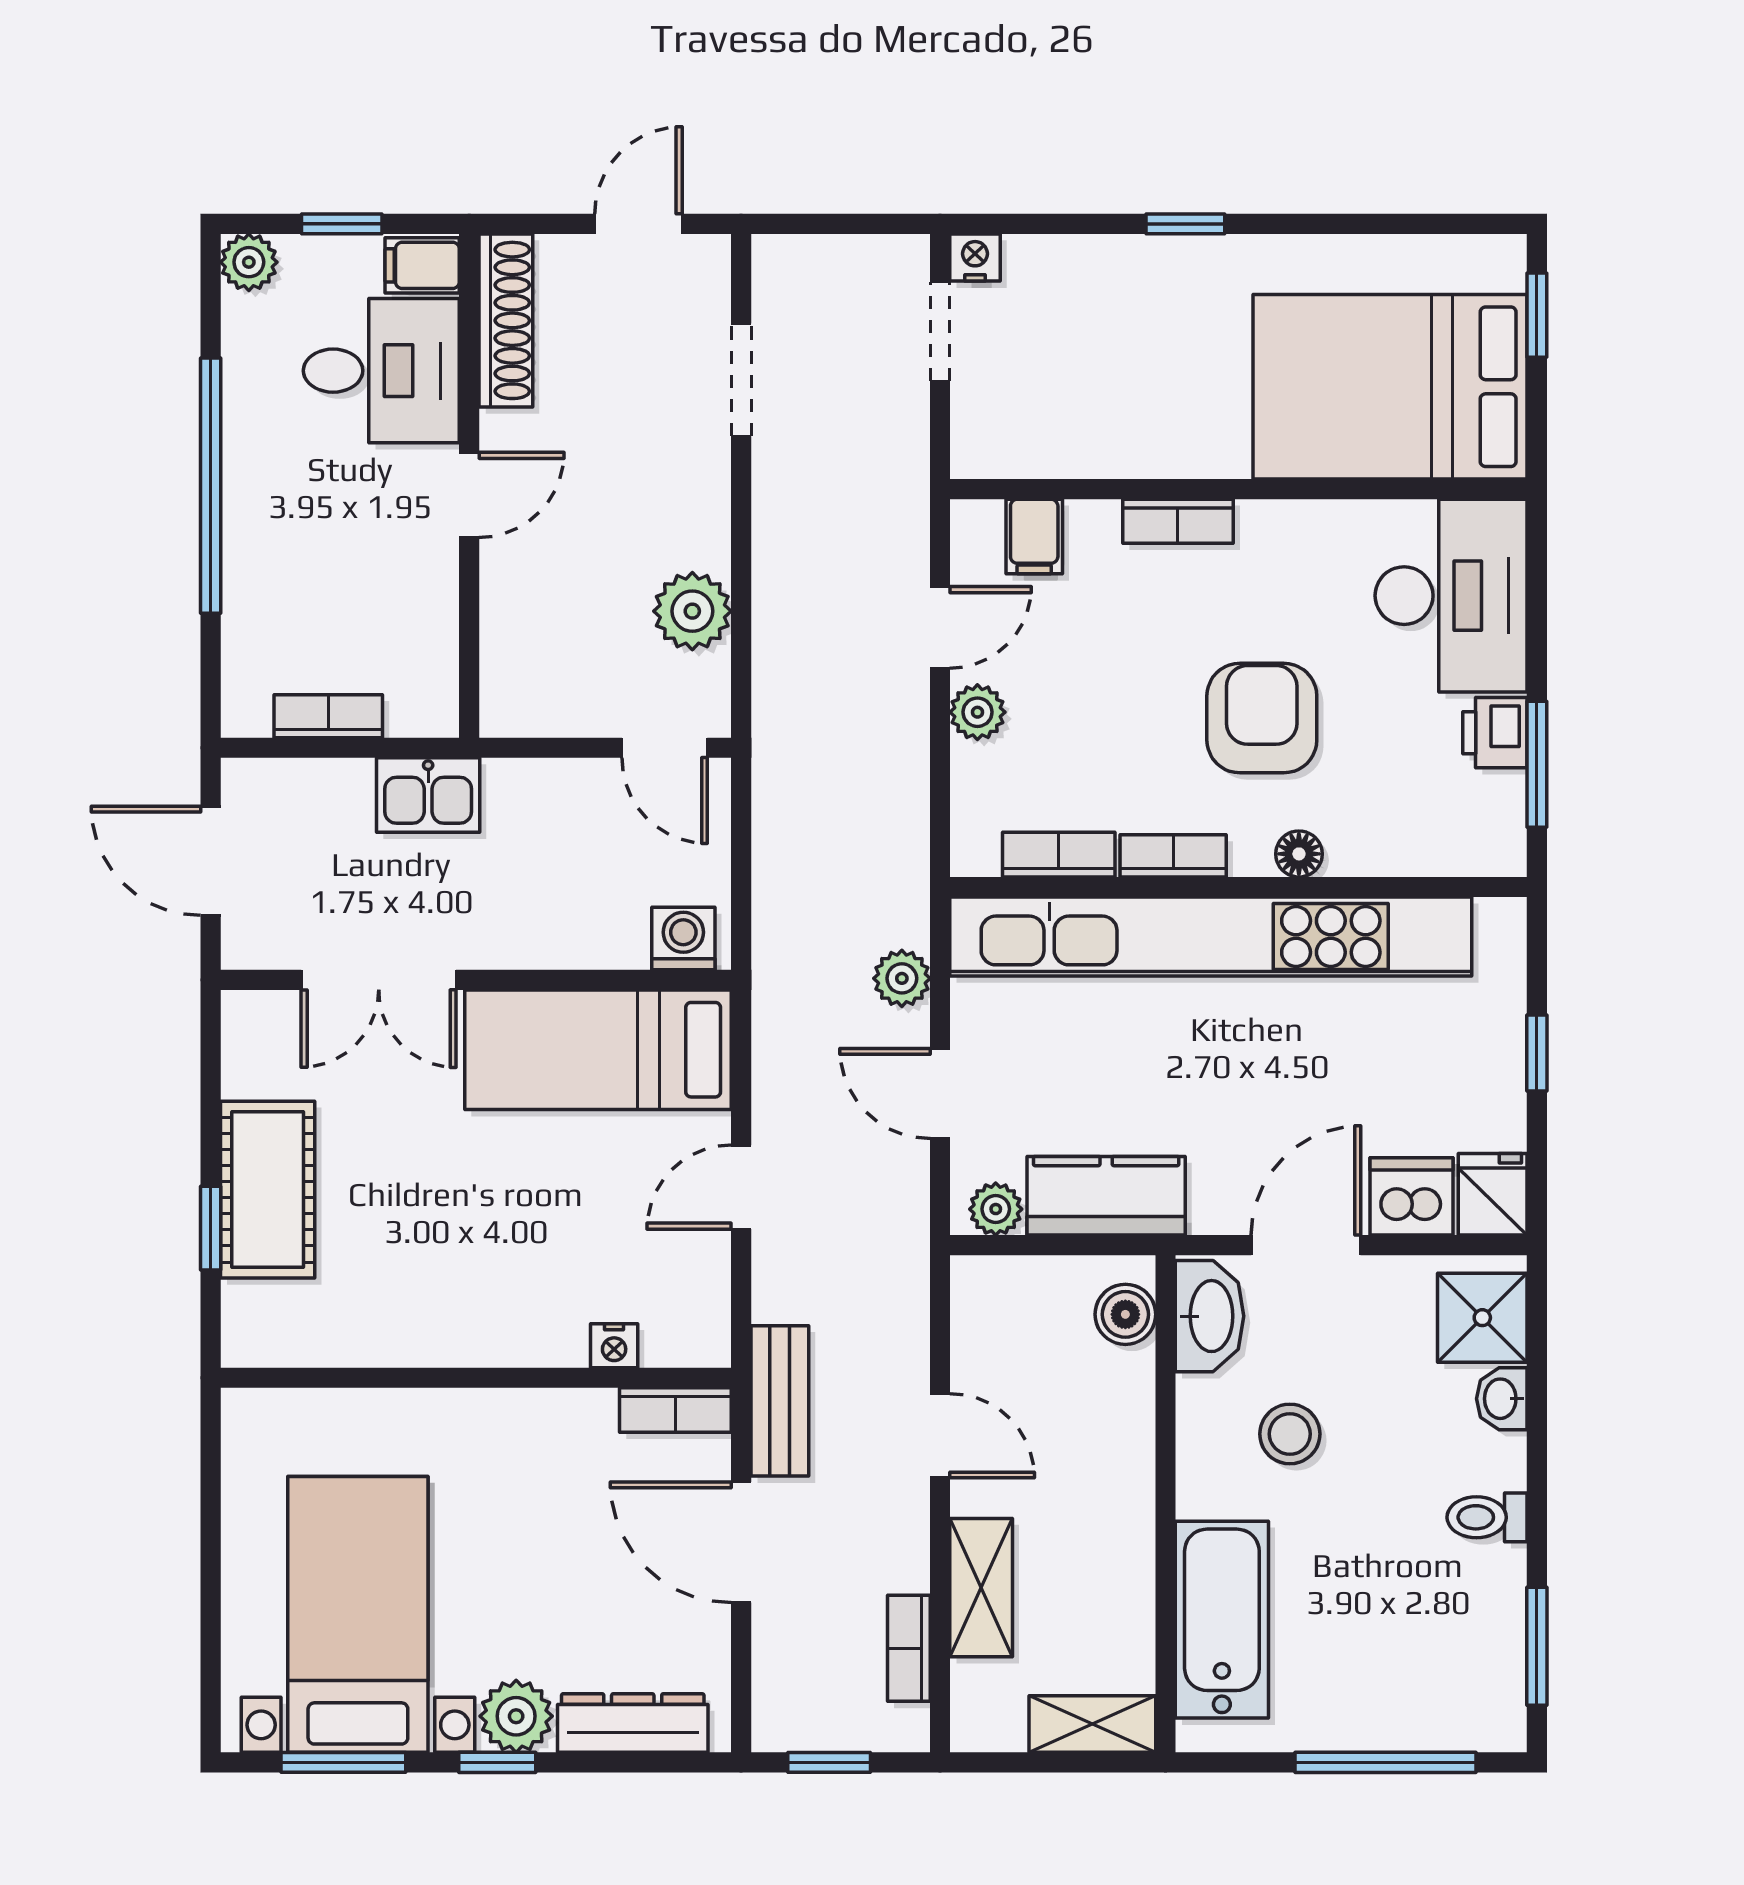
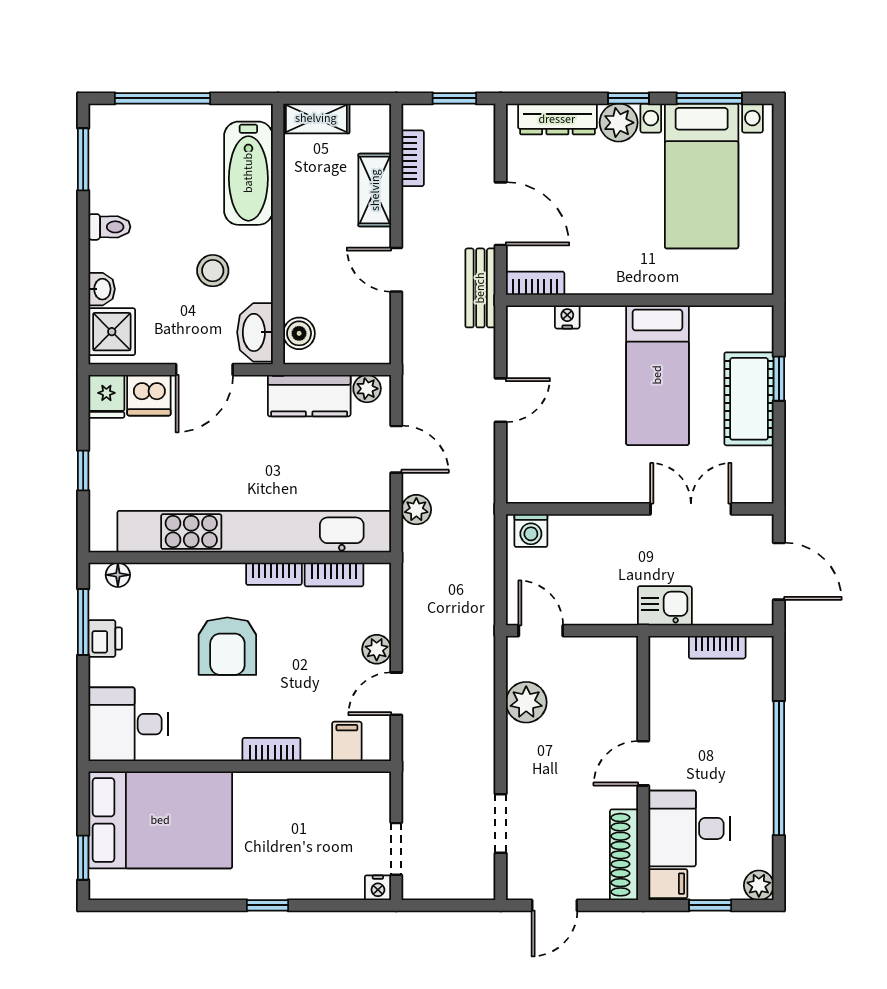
desk: (1451, 596) -> (128, 724), width x0.73
floor lamp: (1299, 854) -> (118, 575), moved
bed: (598, 1050) -> (657, 375), moved, turned 90

